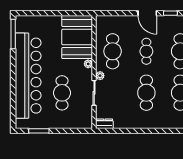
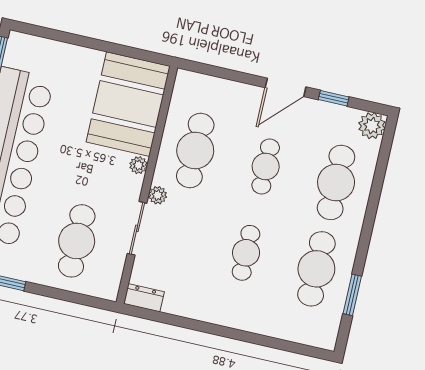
door: (147, 13) -> (286, 87), hinge flipped
cafe table: (62, 93) -> (77, 241), moved
cafe table: (146, 93) -> (246, 253), width x0.73, depth x0.74

